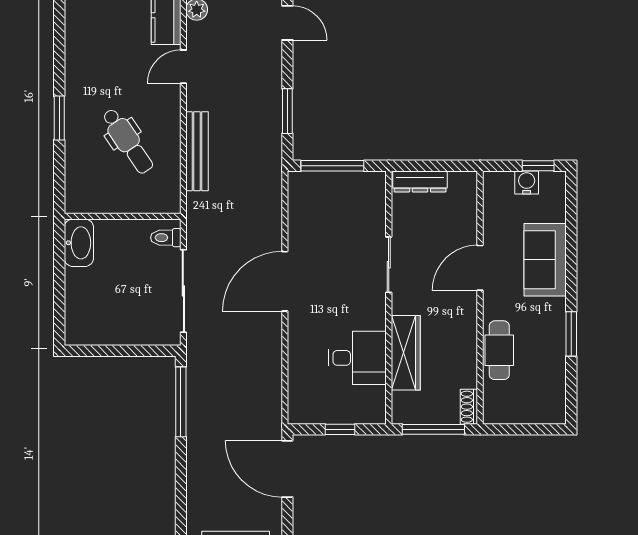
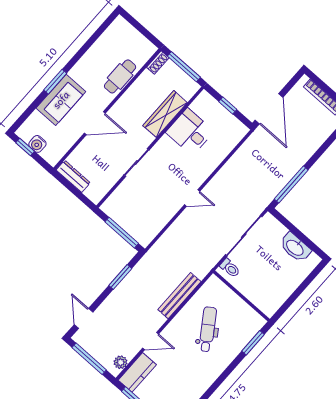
window: (59, 118) -> (253, 343), moved
dresser: (420, 181) -> (73, 176), moved
washbasin: (79, 243) -> (295, 247), moved, turned -90
door: (285, 281) -> (192, 198), width x0.53
window: (571, 334) -> (55, 82), moved

